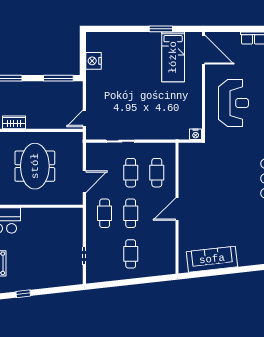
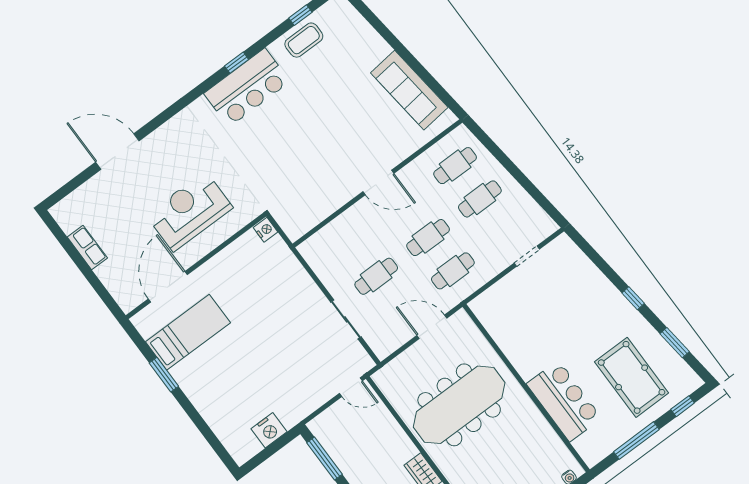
door: (204, 50) -> (168, 287), moved
meeting table: (35, 166) -> (459, 405), width x1.36
cafe table: (157, 173) -> (455, 166), moved

